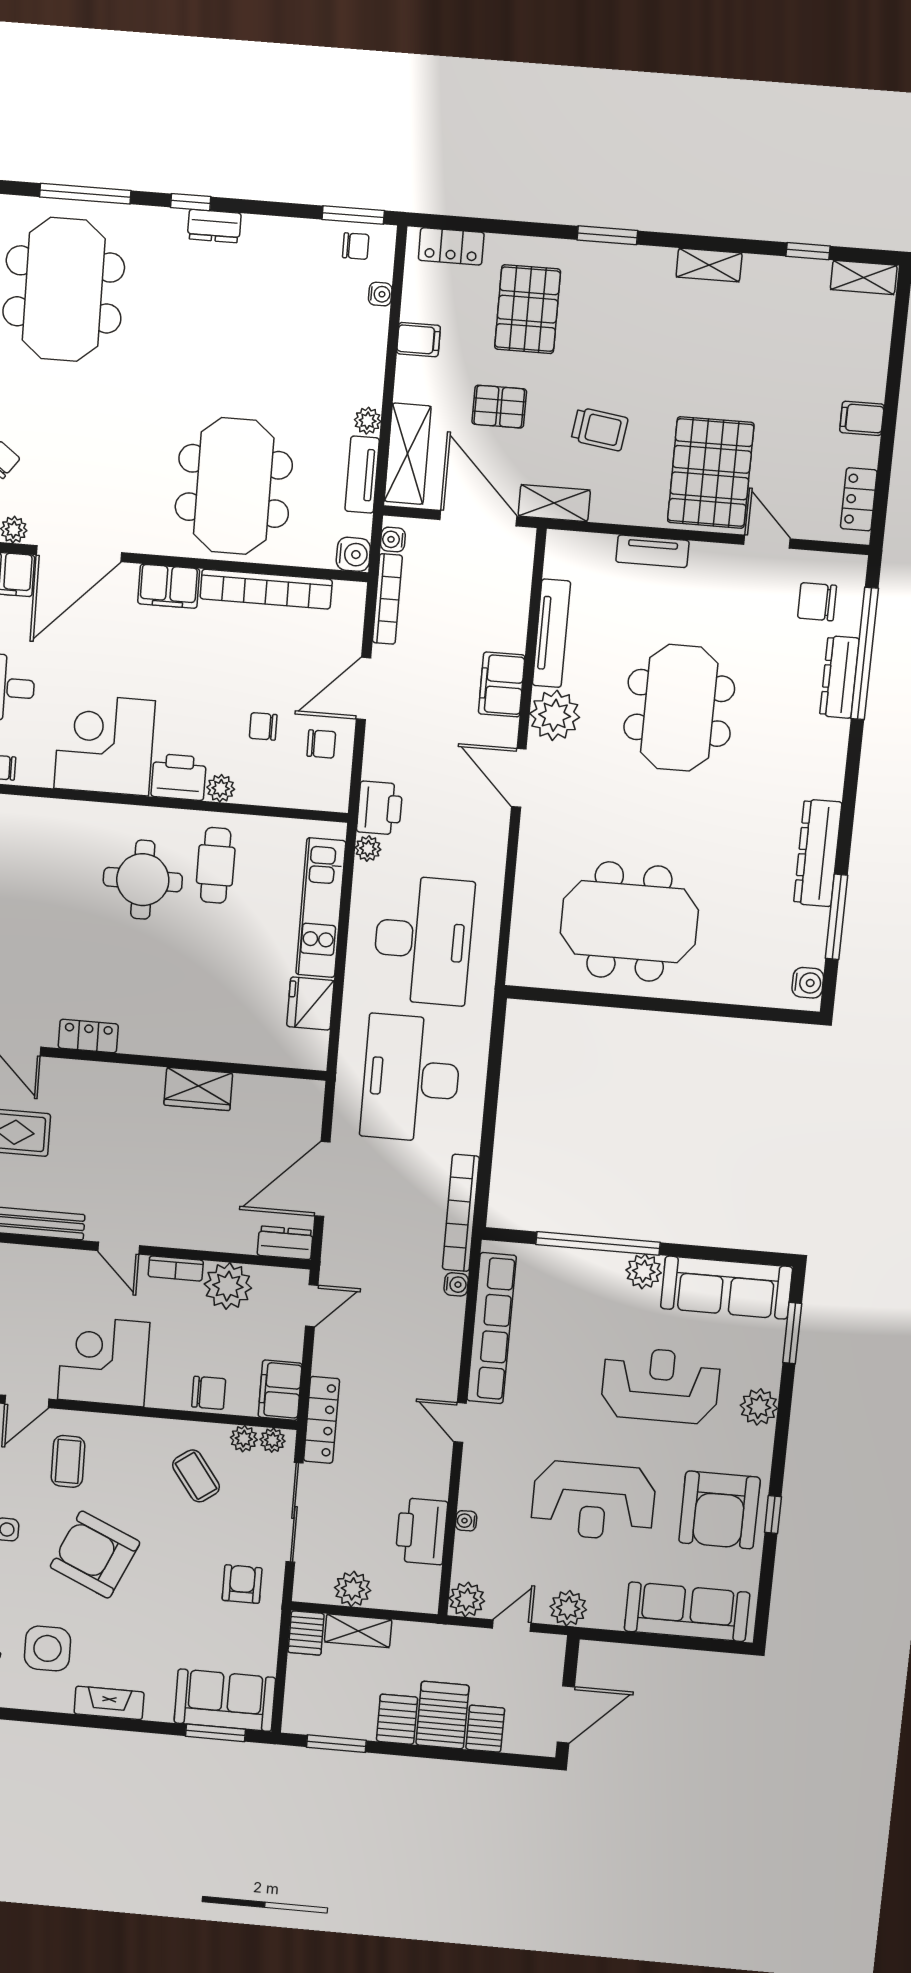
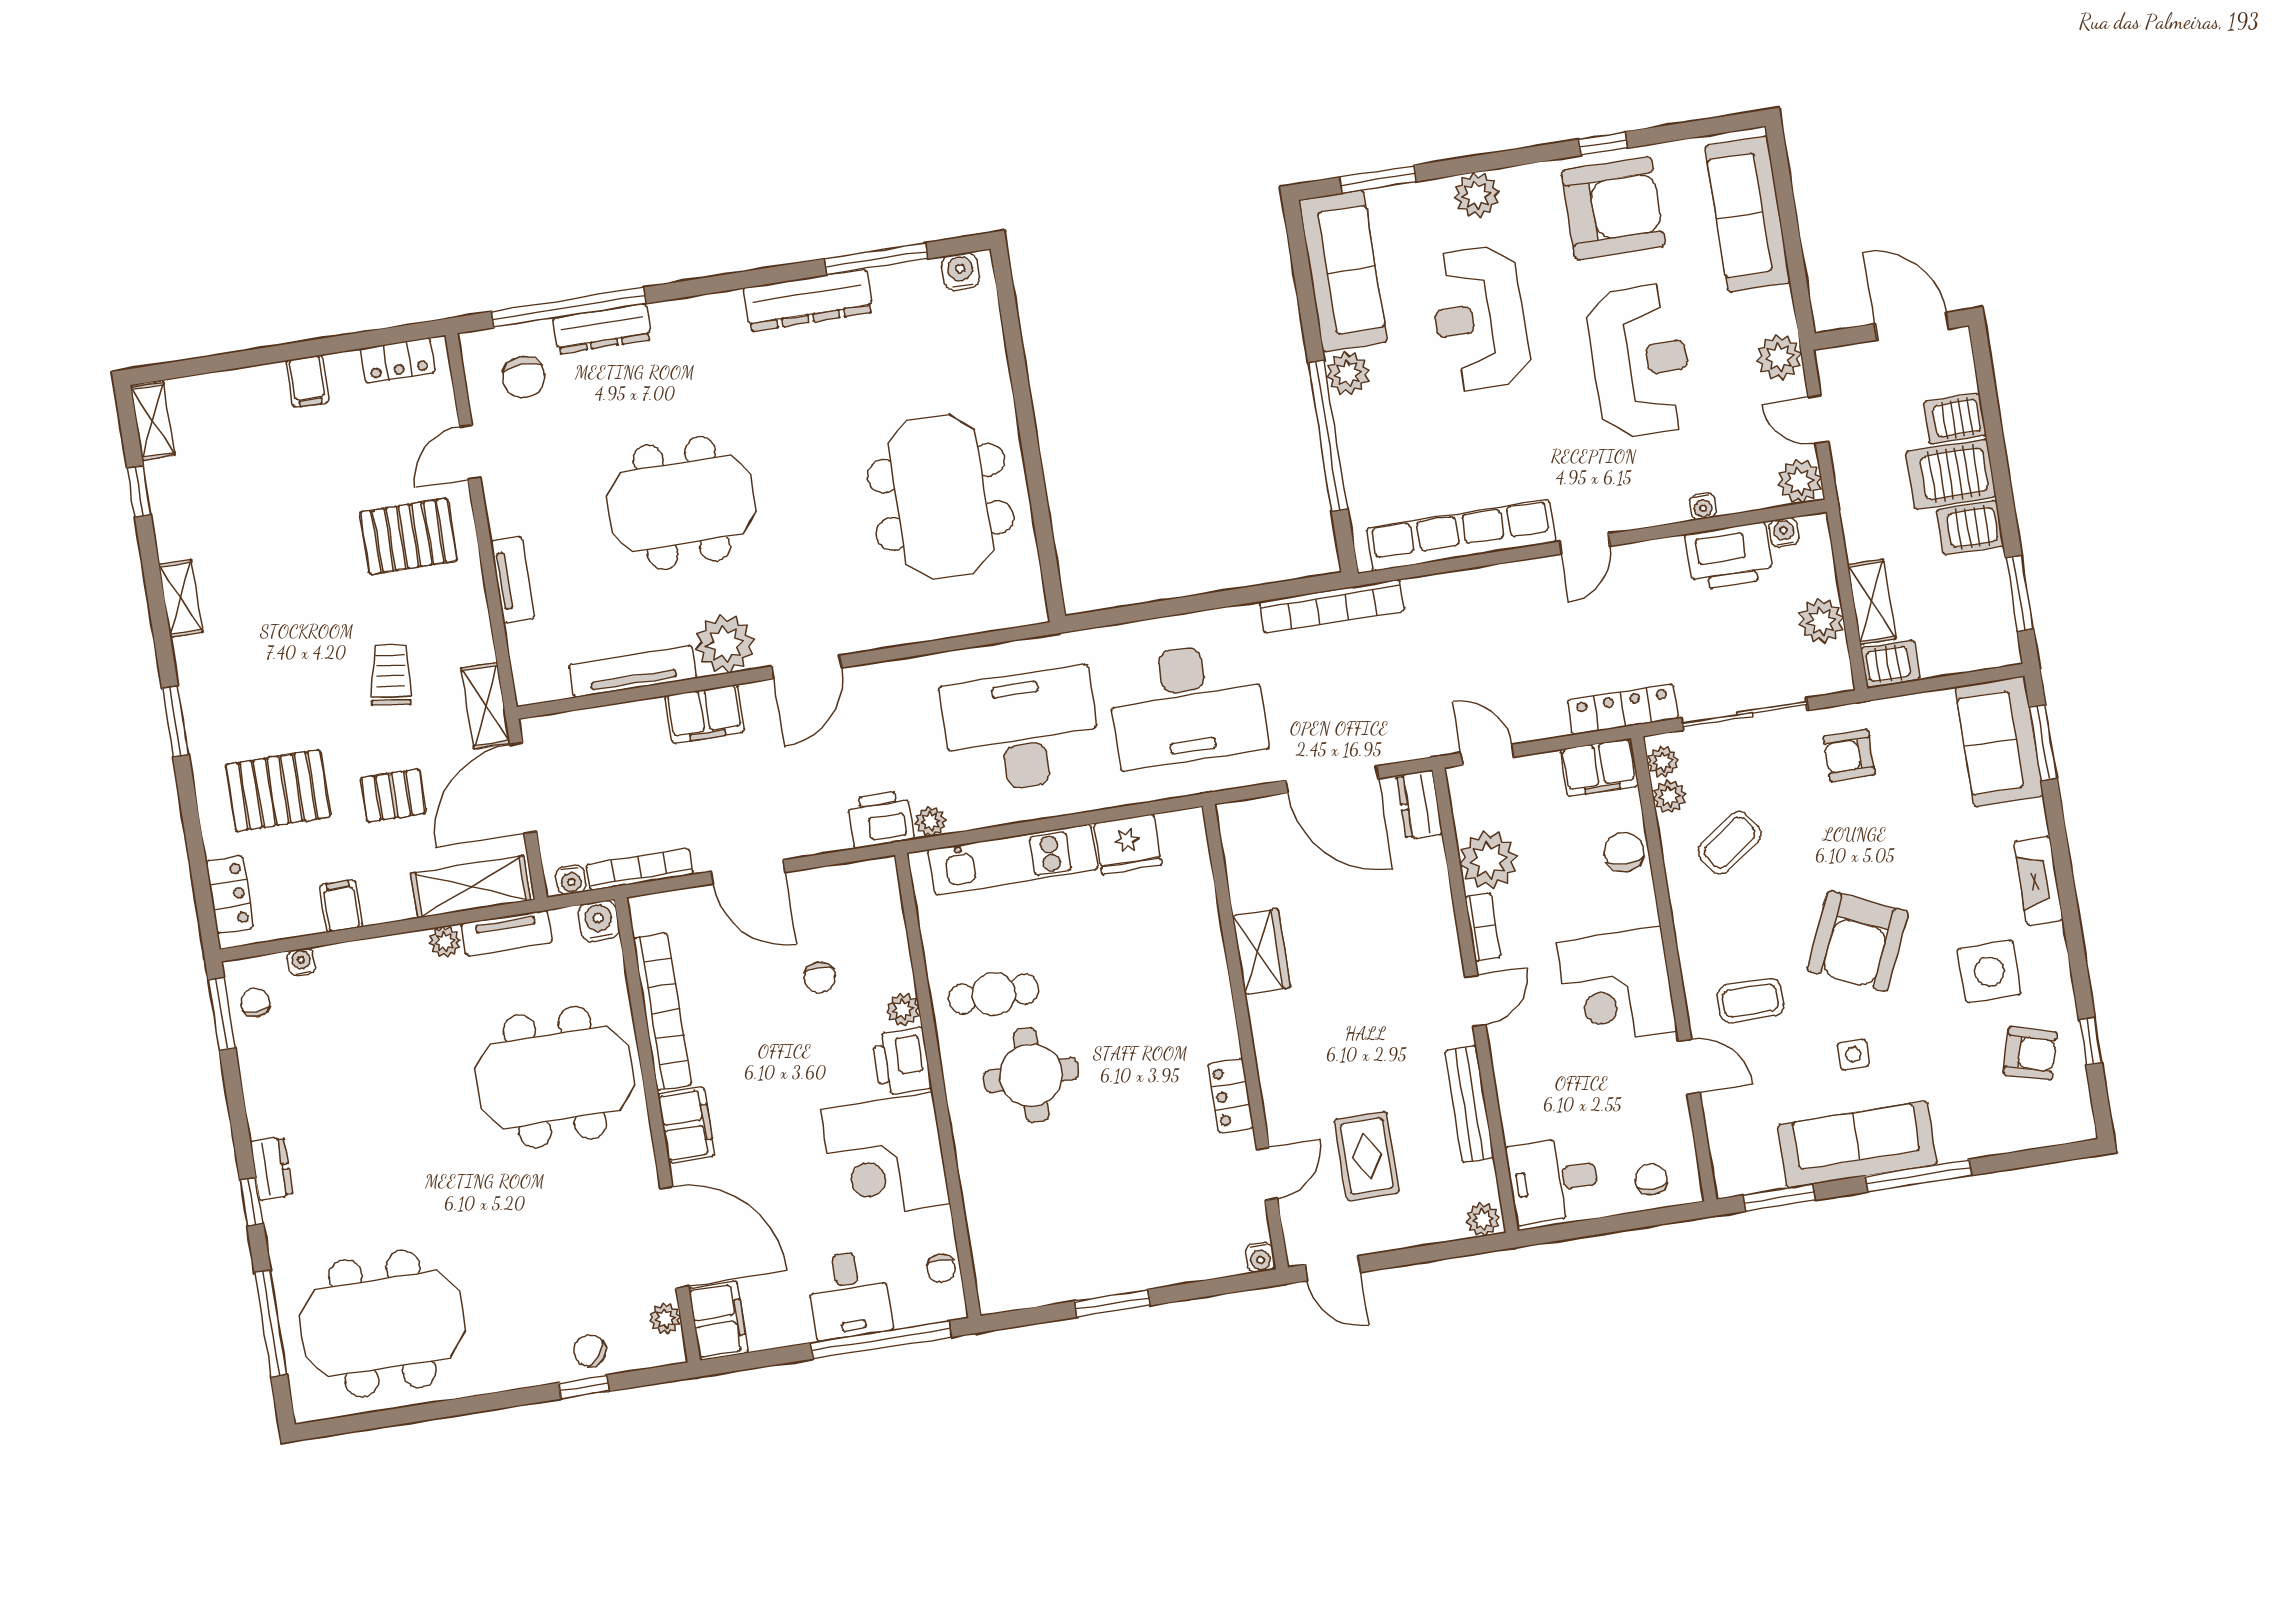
pallet: (499, 407) -> (393, 796), turned 90
pallet: (711, 473) -> (409, 536), width x0.73, depth x0.71
chair: (321, 744) -> (823, 905), removed
water cooler: (456, 1284) -> (1784, 532), moved

